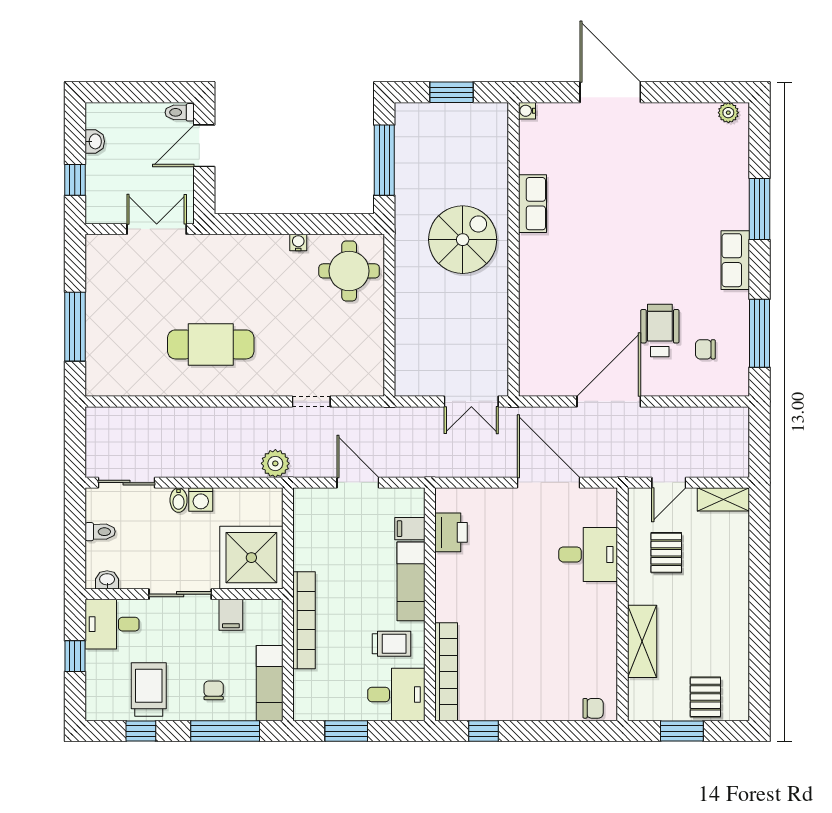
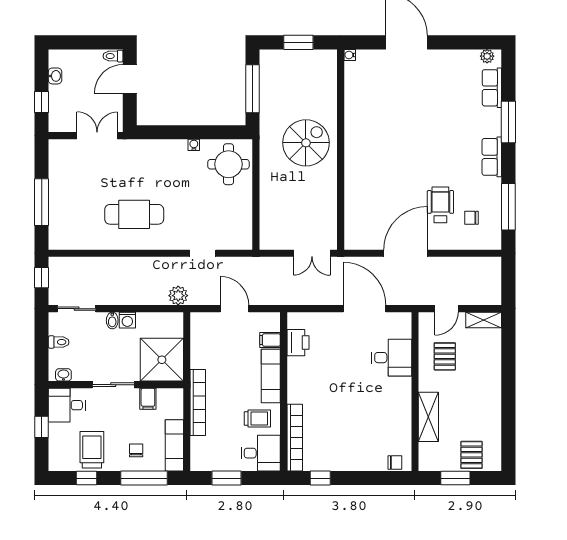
row of seats: (533, 204) -> (492, 88), moved, turned 180
window: (75, 437) -> (42, 278), added

